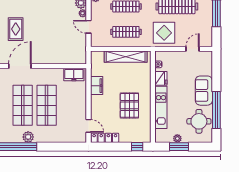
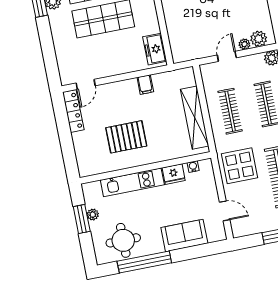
filing cabinet: (97, 86) -> (145, 85), width x0.50
sofa: (204, 91) -> (184, 235), moved
window: (137, 147) -> (70, 159), removed

